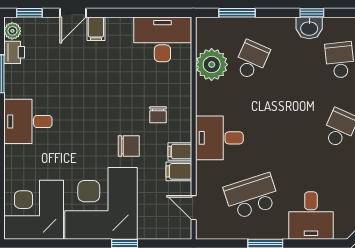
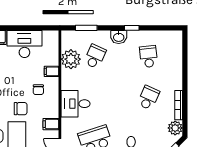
washbasin: (309, 28) -> (119, 37), moved
desk: (162, 39) -> (24, 44), moved
filing cabinet: (180, 151) -> (52, 71), moved

